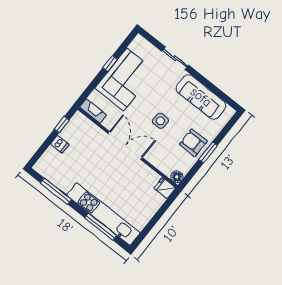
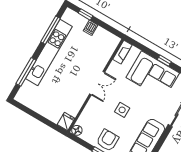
window: (62, 125) -> (86, 14), moved
double door: (125, 146) -> (97, 83), width x0.73
kitchen unit: (103, 214) -> (49, 52), moved

